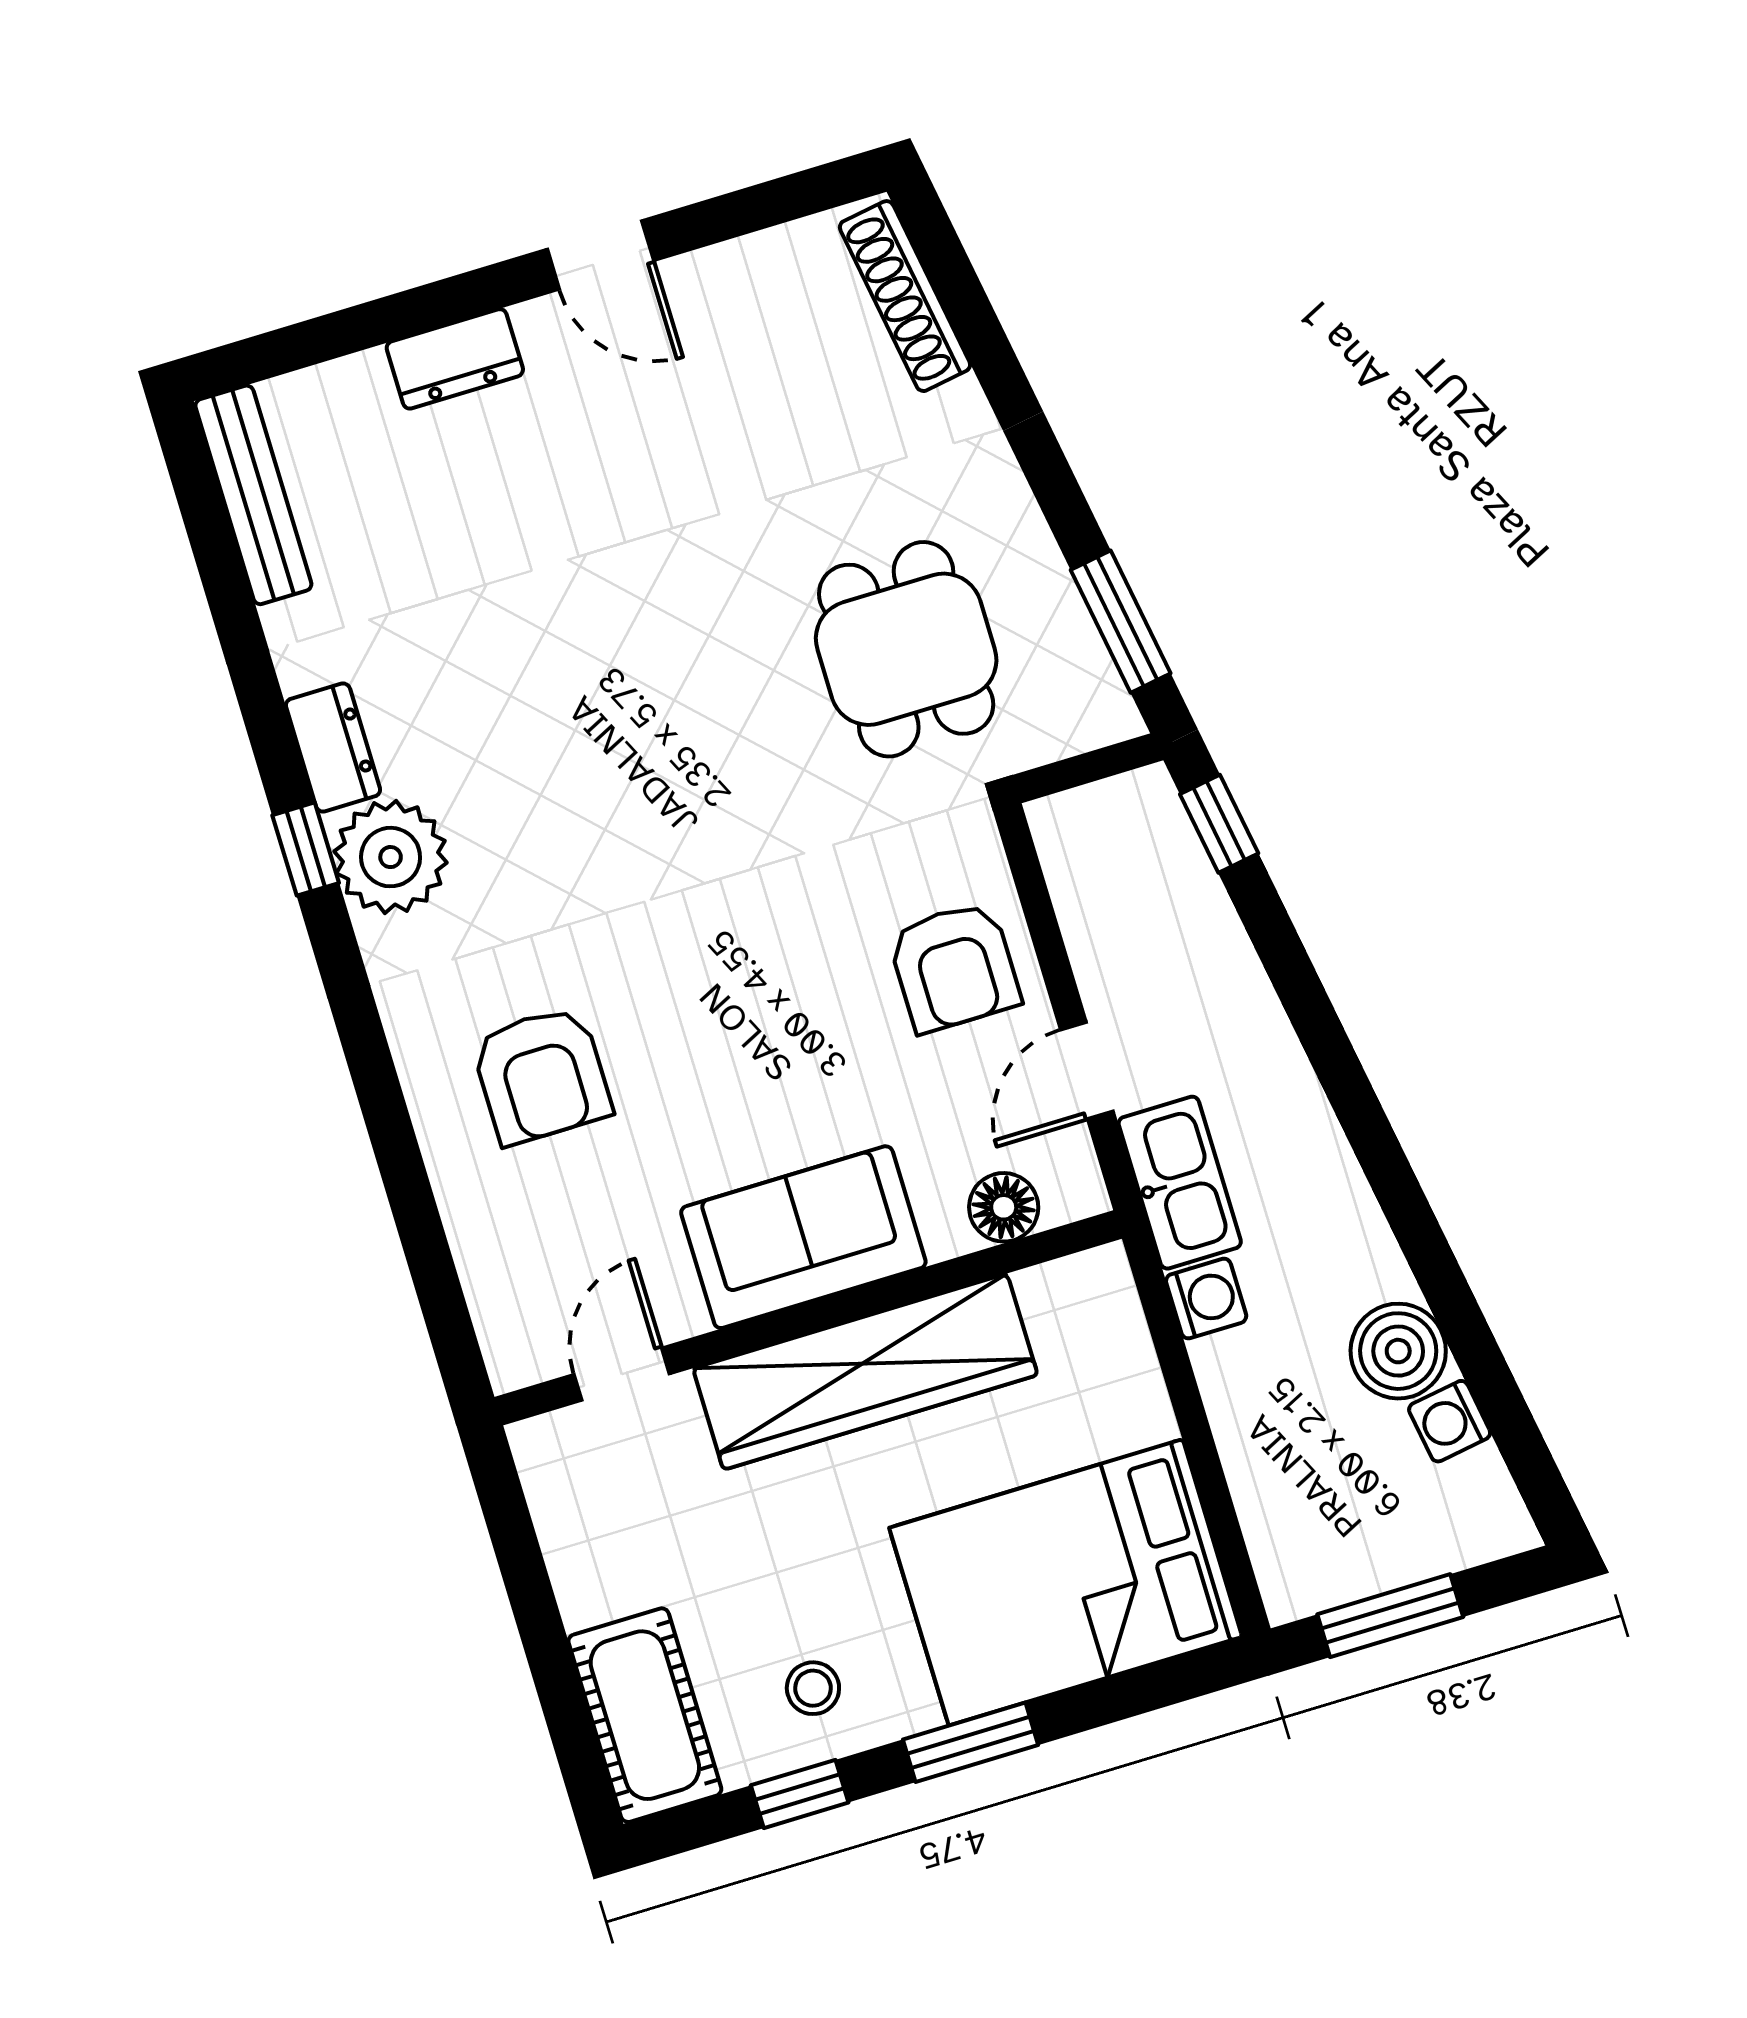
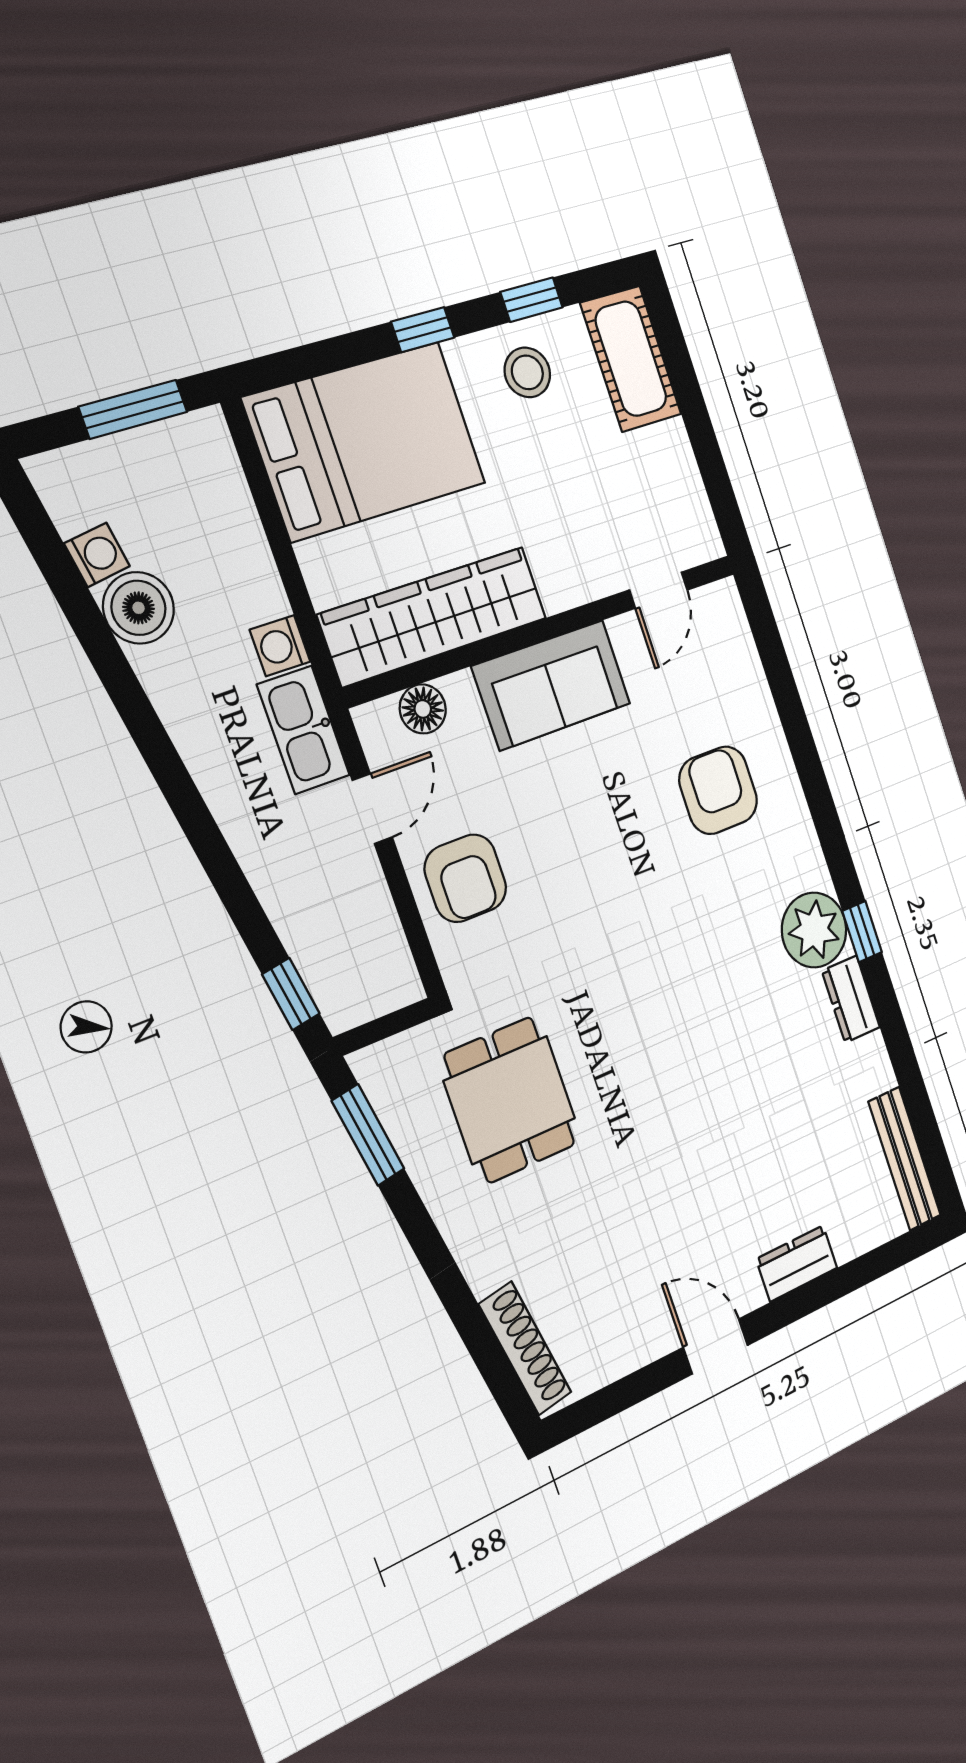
armchair: (954, 967) -> (465, 878), turned 180
wardrobe: (865, 1372) -> (434, 616), moved
stool: (813, 1688) -> (527, 372), width x1.37, depth x1.37
window: (971, 1742) -> (423, 330), width x0.67

